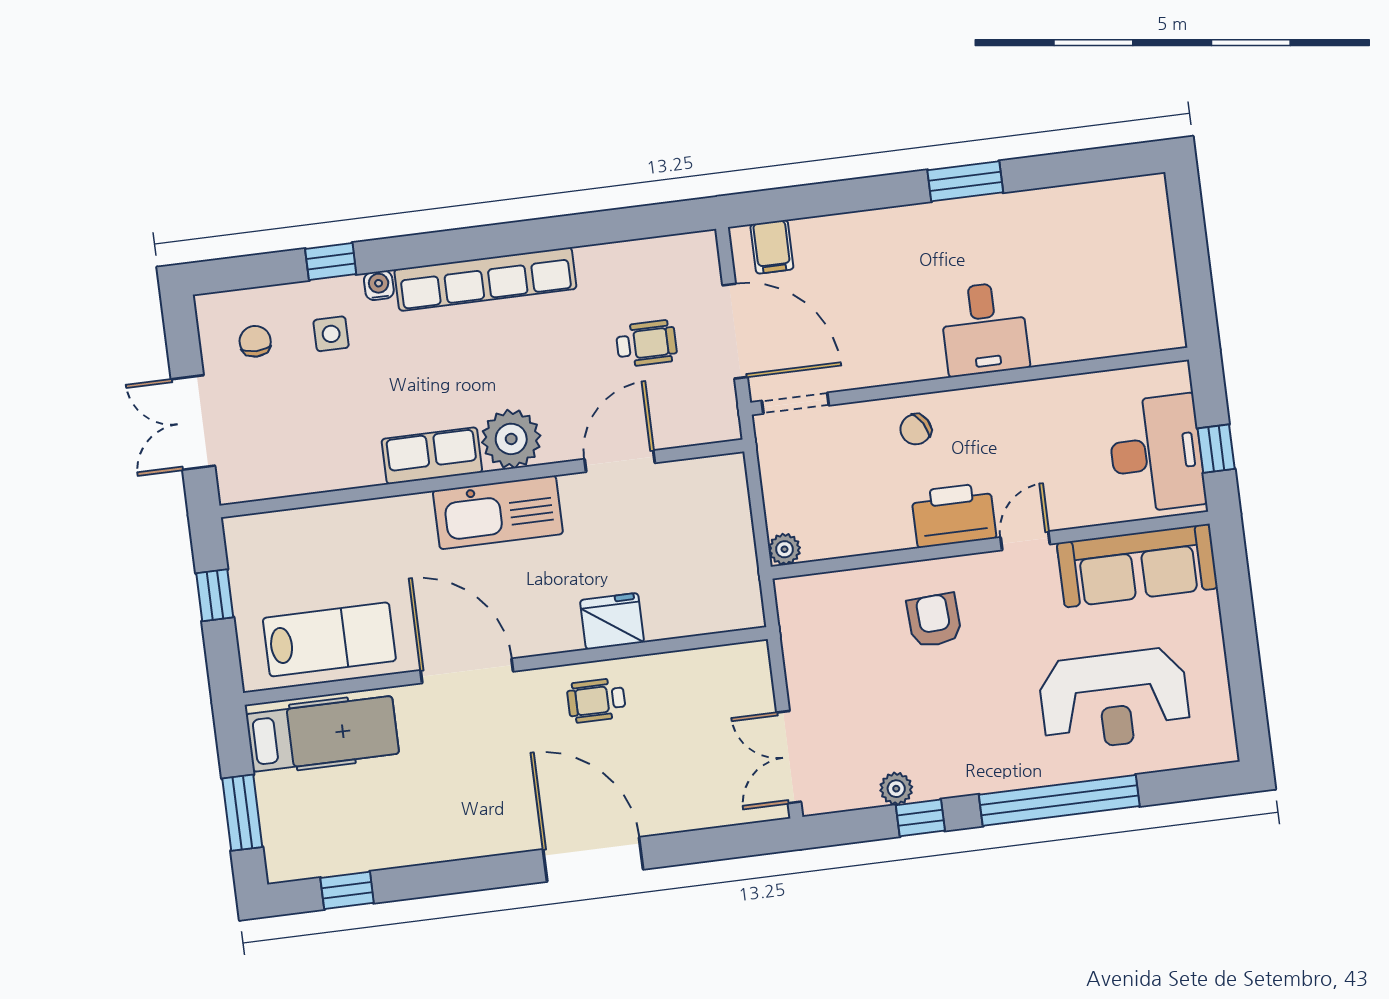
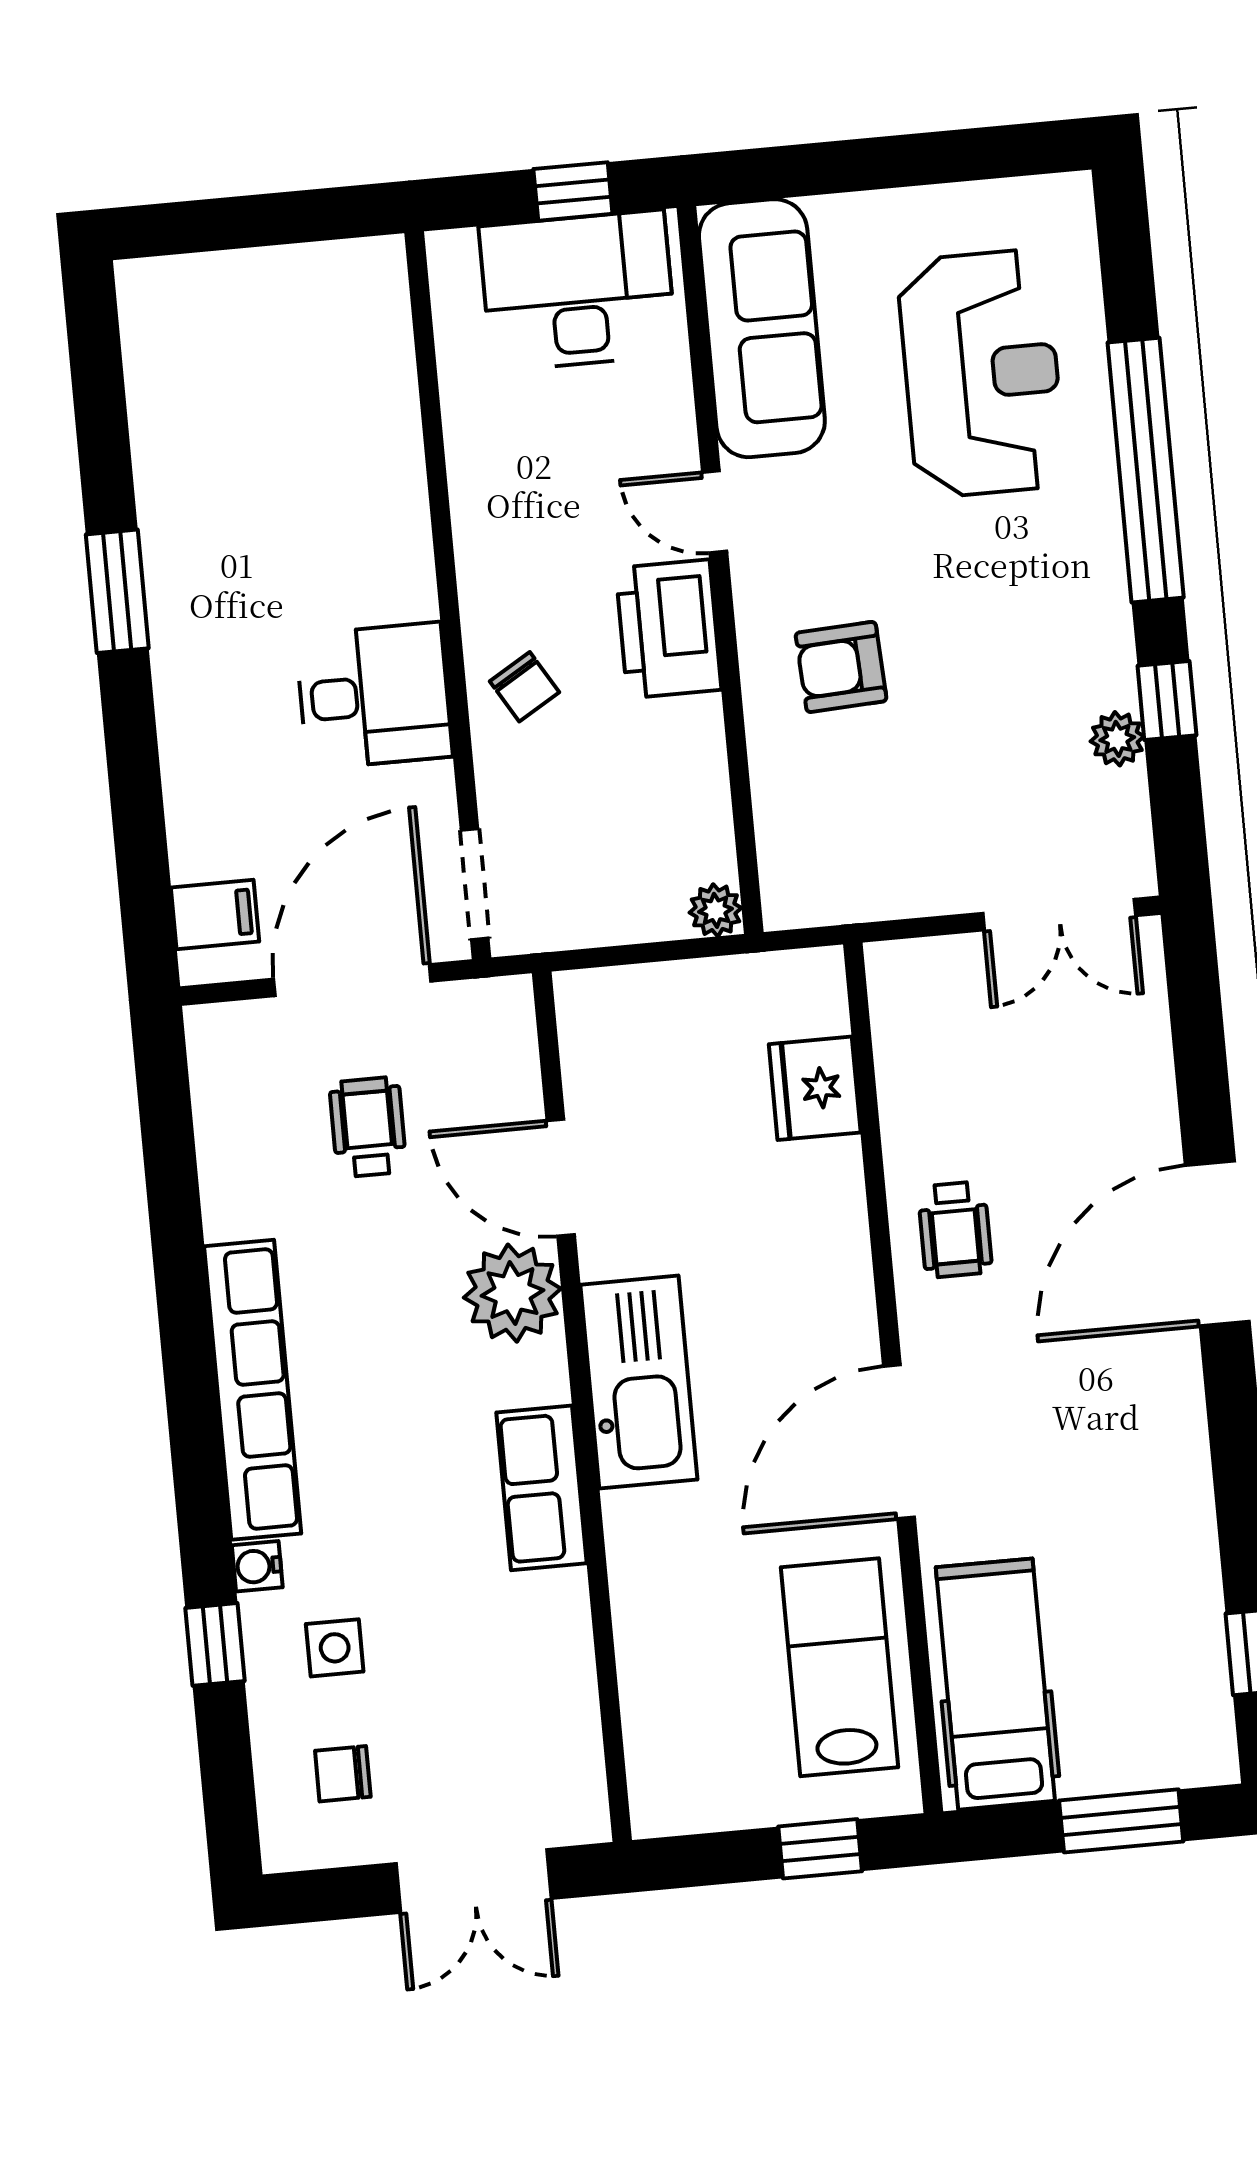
desk: (984, 329) -> (374, 696), moved
plant: (511, 439) -> (512, 1293), moved
window: (215, 595) -> (820, 1849), moved
fridge: (612, 621) -> (815, 1088), moved

